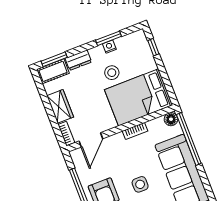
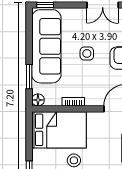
window: (189, 139) -> (29, 77), width x0.47

